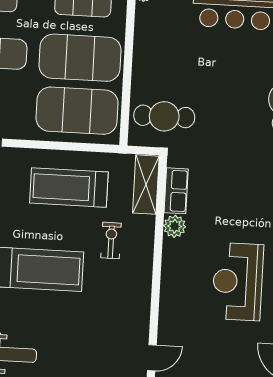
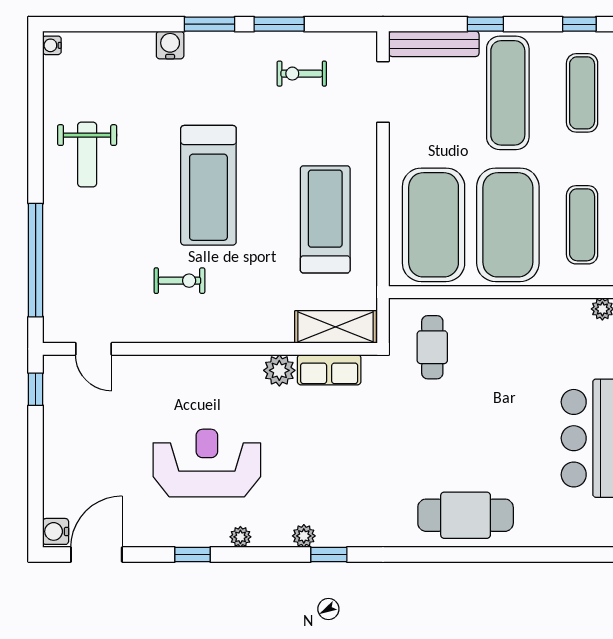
cafe table: (164, 116) -> (432, 347), width x0.73, depth x0.74
exercise bike: (111, 240) -> (180, 281), moved

